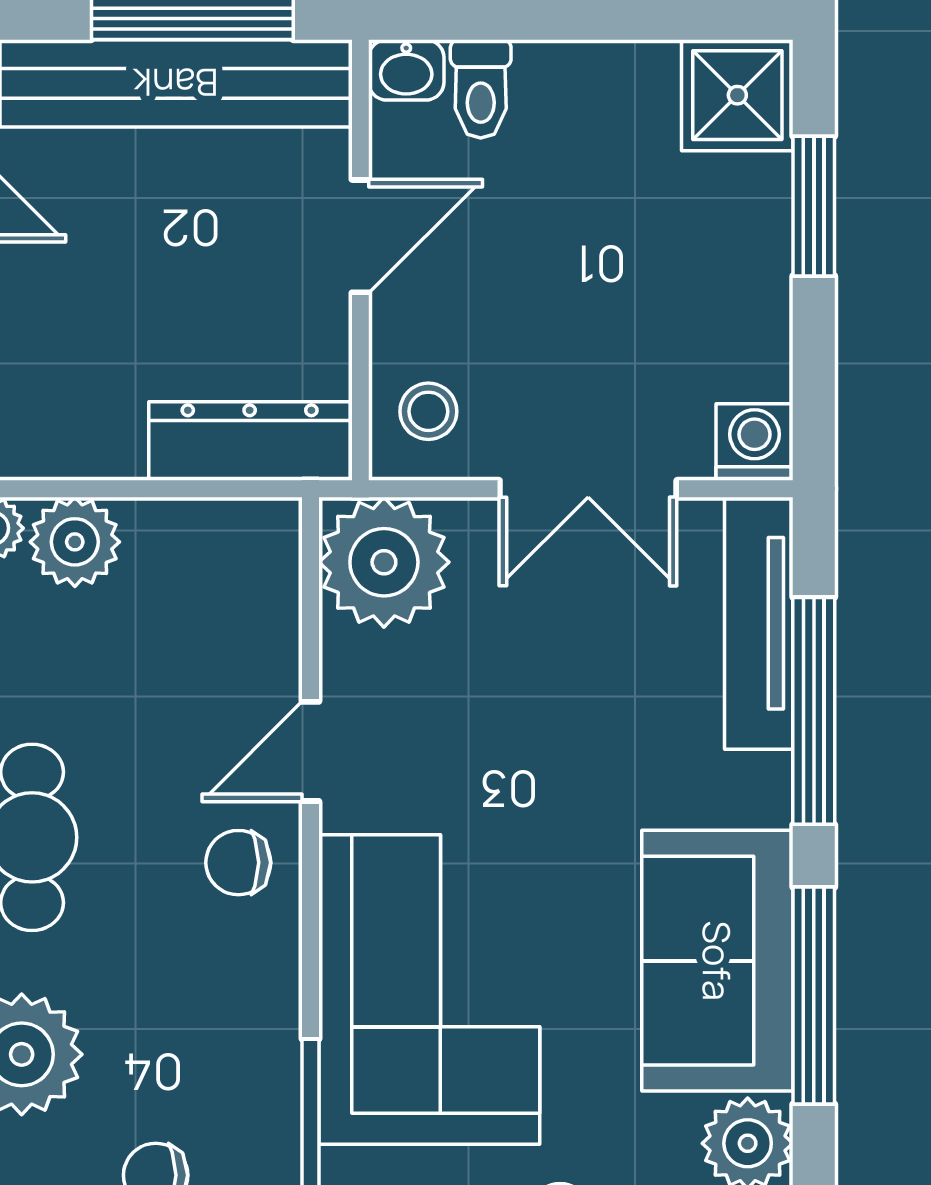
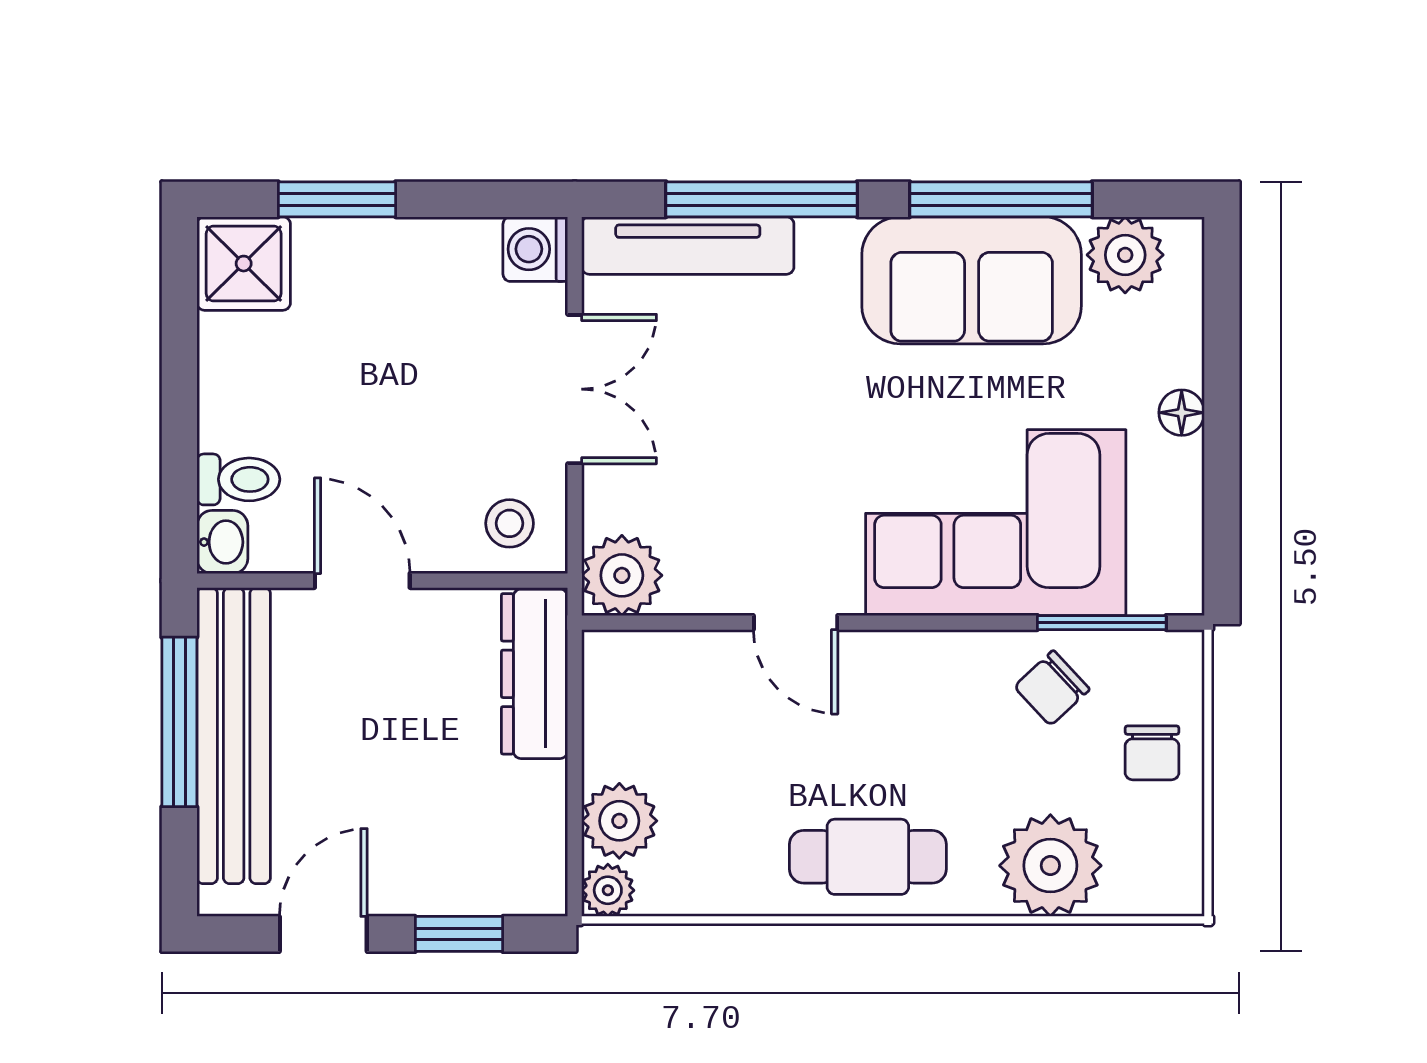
plant: (384, 562) -> (622, 575), width x0.73, depth x0.73
chair: (238, 863) -> (1052, 688), moved, turned 47

